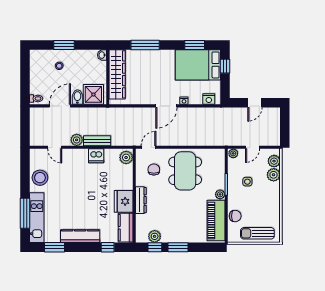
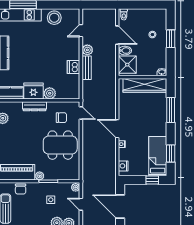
bed: (198, 65) -> (158, 156), width x0.67
door: (255, 103) -> (120, 206), width x1.88
plant: (126, 157) -> (50, 93), moved

